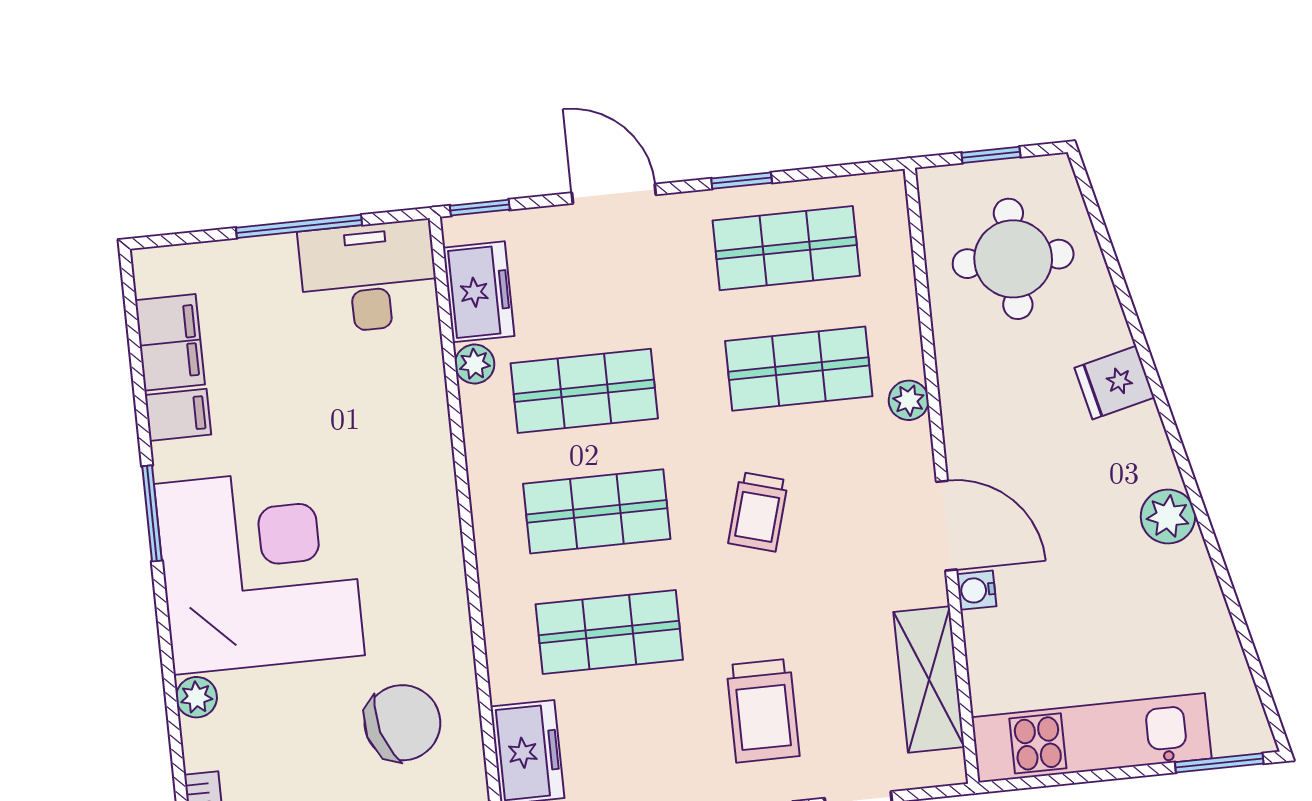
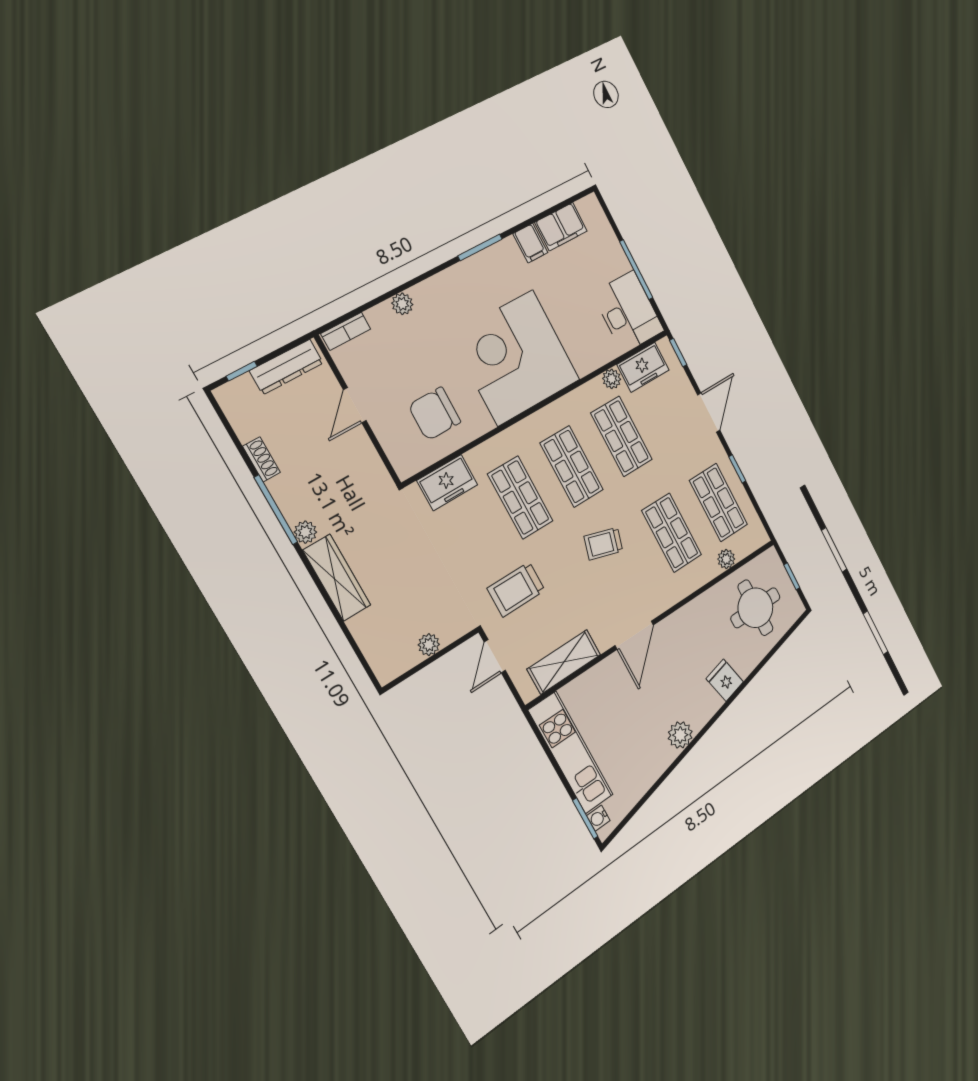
plant: (909, 400) -> (726, 559), moved
corner desk: (259, 570) -> (515, 358), moved, turned 180
water cooler: (976, 590) -> (598, 818), moved, turned -90
chair: (402, 723) -> (435, 414), turned 106

